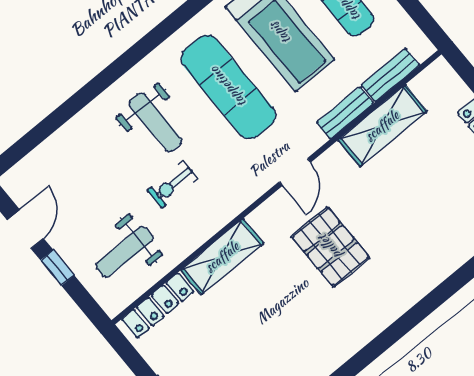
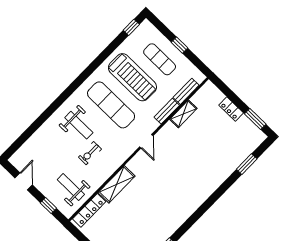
shelving: (382, 126) -> (183, 114), width x0.67, depth x0.75
pallet: (330, 247) -> (167, 174), removed
weight bench: (125, 252) -> (71, 187), turned 90
window: (57, 268) -> (48, 206), moved

